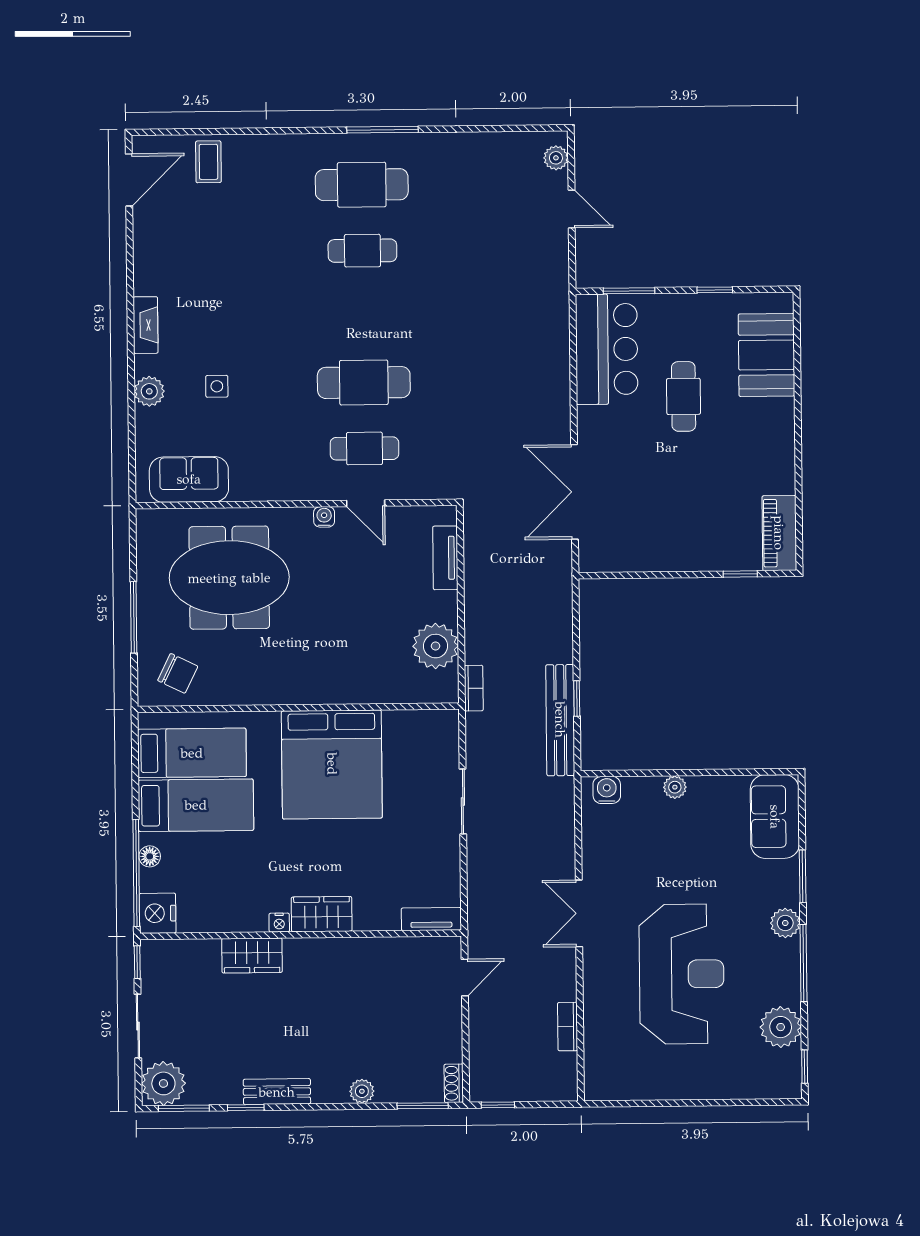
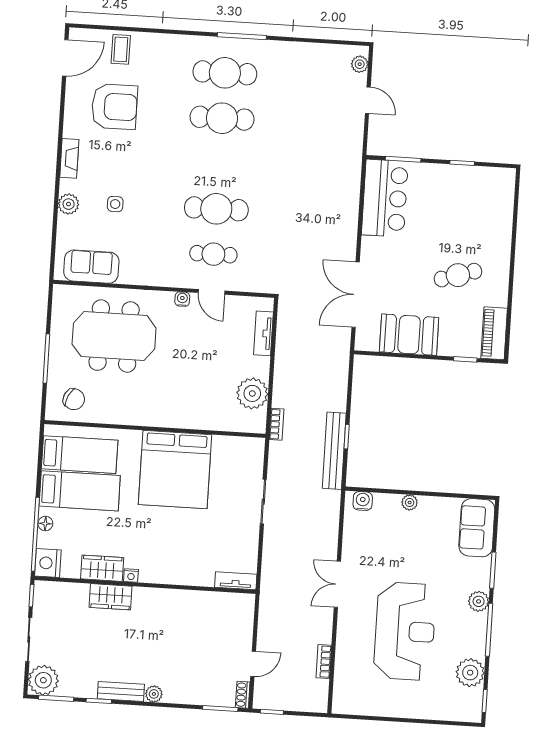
armchair: (205, 245) -> (114, 107), added
cafe table: (362, 251) -> (222, 118), width x1.37, depth x1.35
booth: (766, 355) -> (409, 335), moved, turned 90
cafe table: (684, 396) -> (458, 275), moved, turned 73
wardrobe: (322, 914) -> (102, 568), moved
door: (465, 977) -> (253, 664), moved
plant: (362, 1091) -> (154, 694), moved

